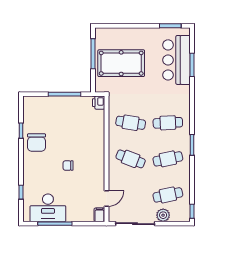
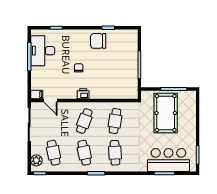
printer: (99, 103) -> (83, 94), moved
plant: (163, 215) -> (36, 160), moved

